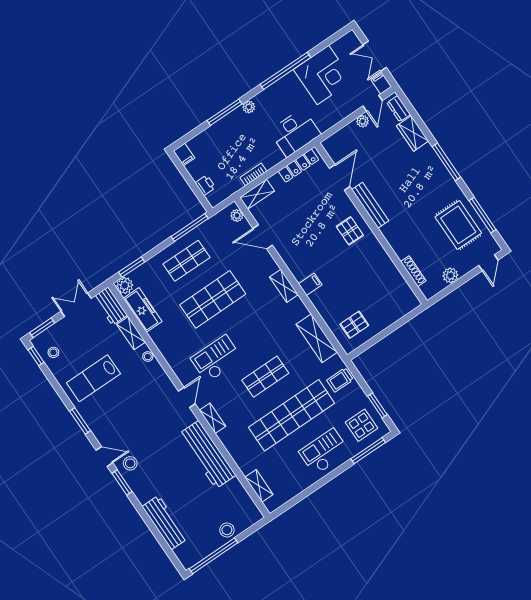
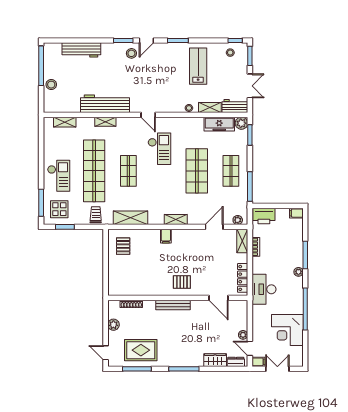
printer: (205, 185) -> (264, 216), width x1.87, depth x1.48
bench: (370, 205) -> (173, 305), moved
shelving: (212, 418) -> (105, 122), moved

